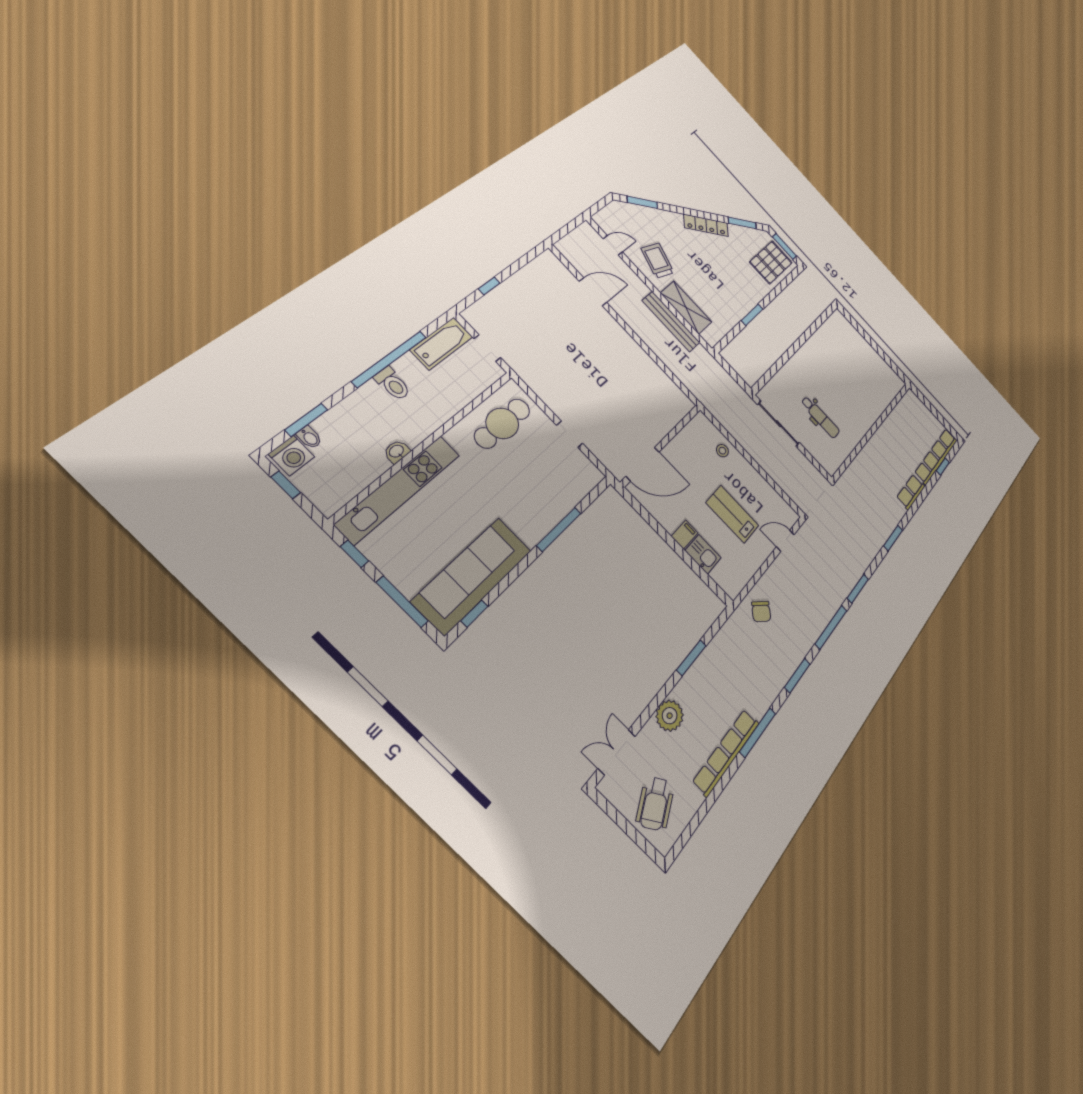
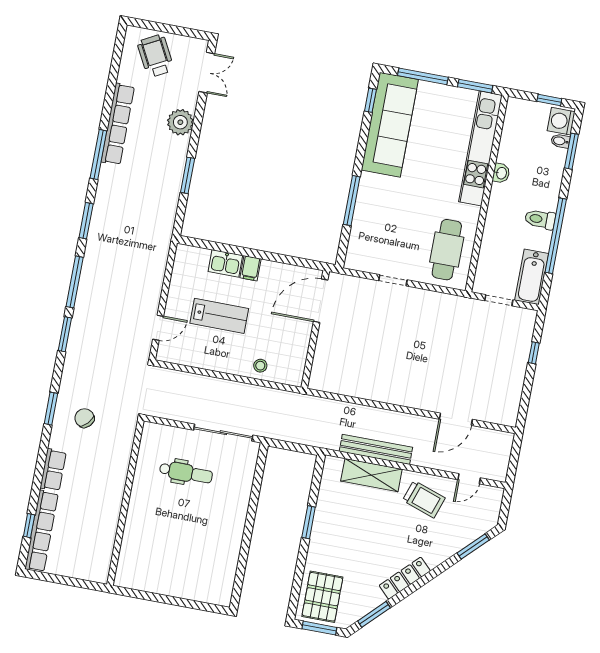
dental chair: (820, 417) -> (186, 473), turned 180
window: (354, 554) -> (475, 86), width x1.50
chair: (761, 611) -> (84, 418), moved

